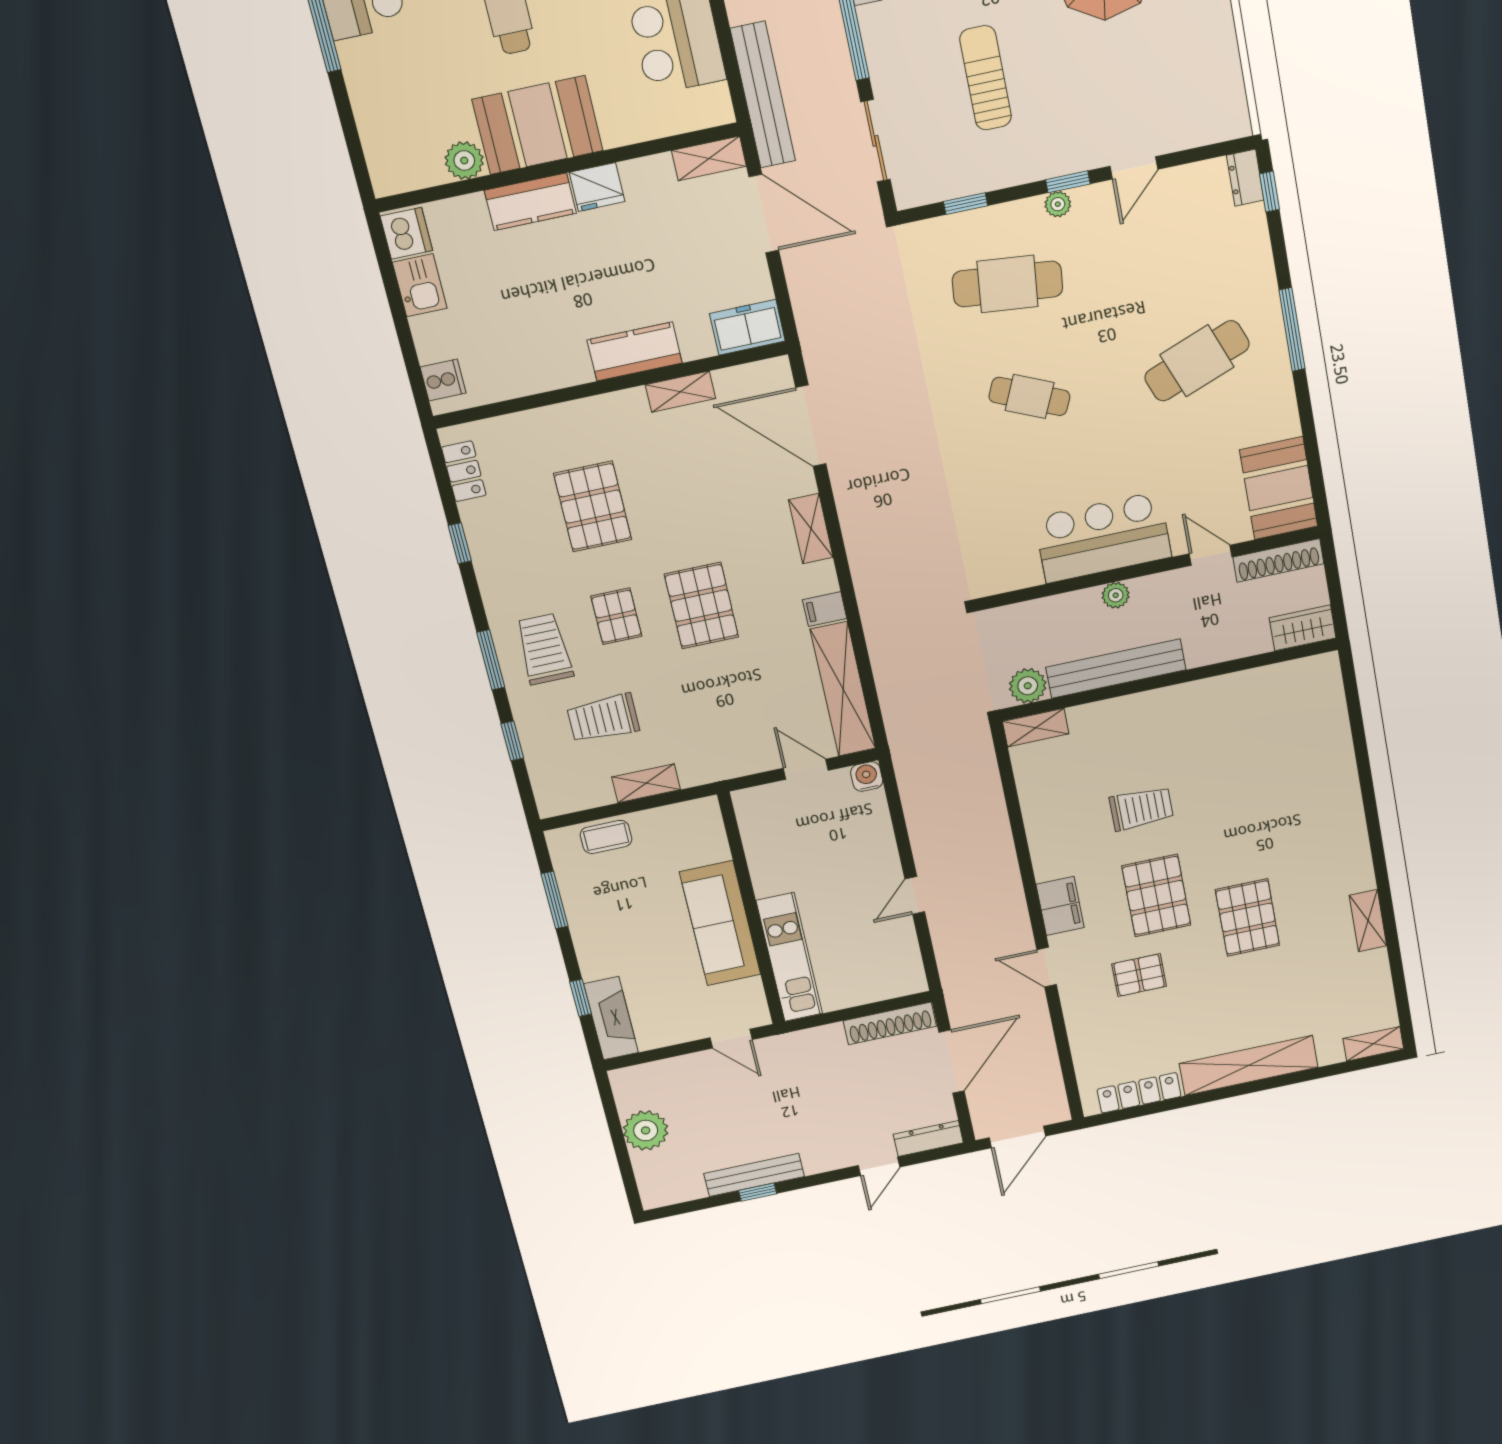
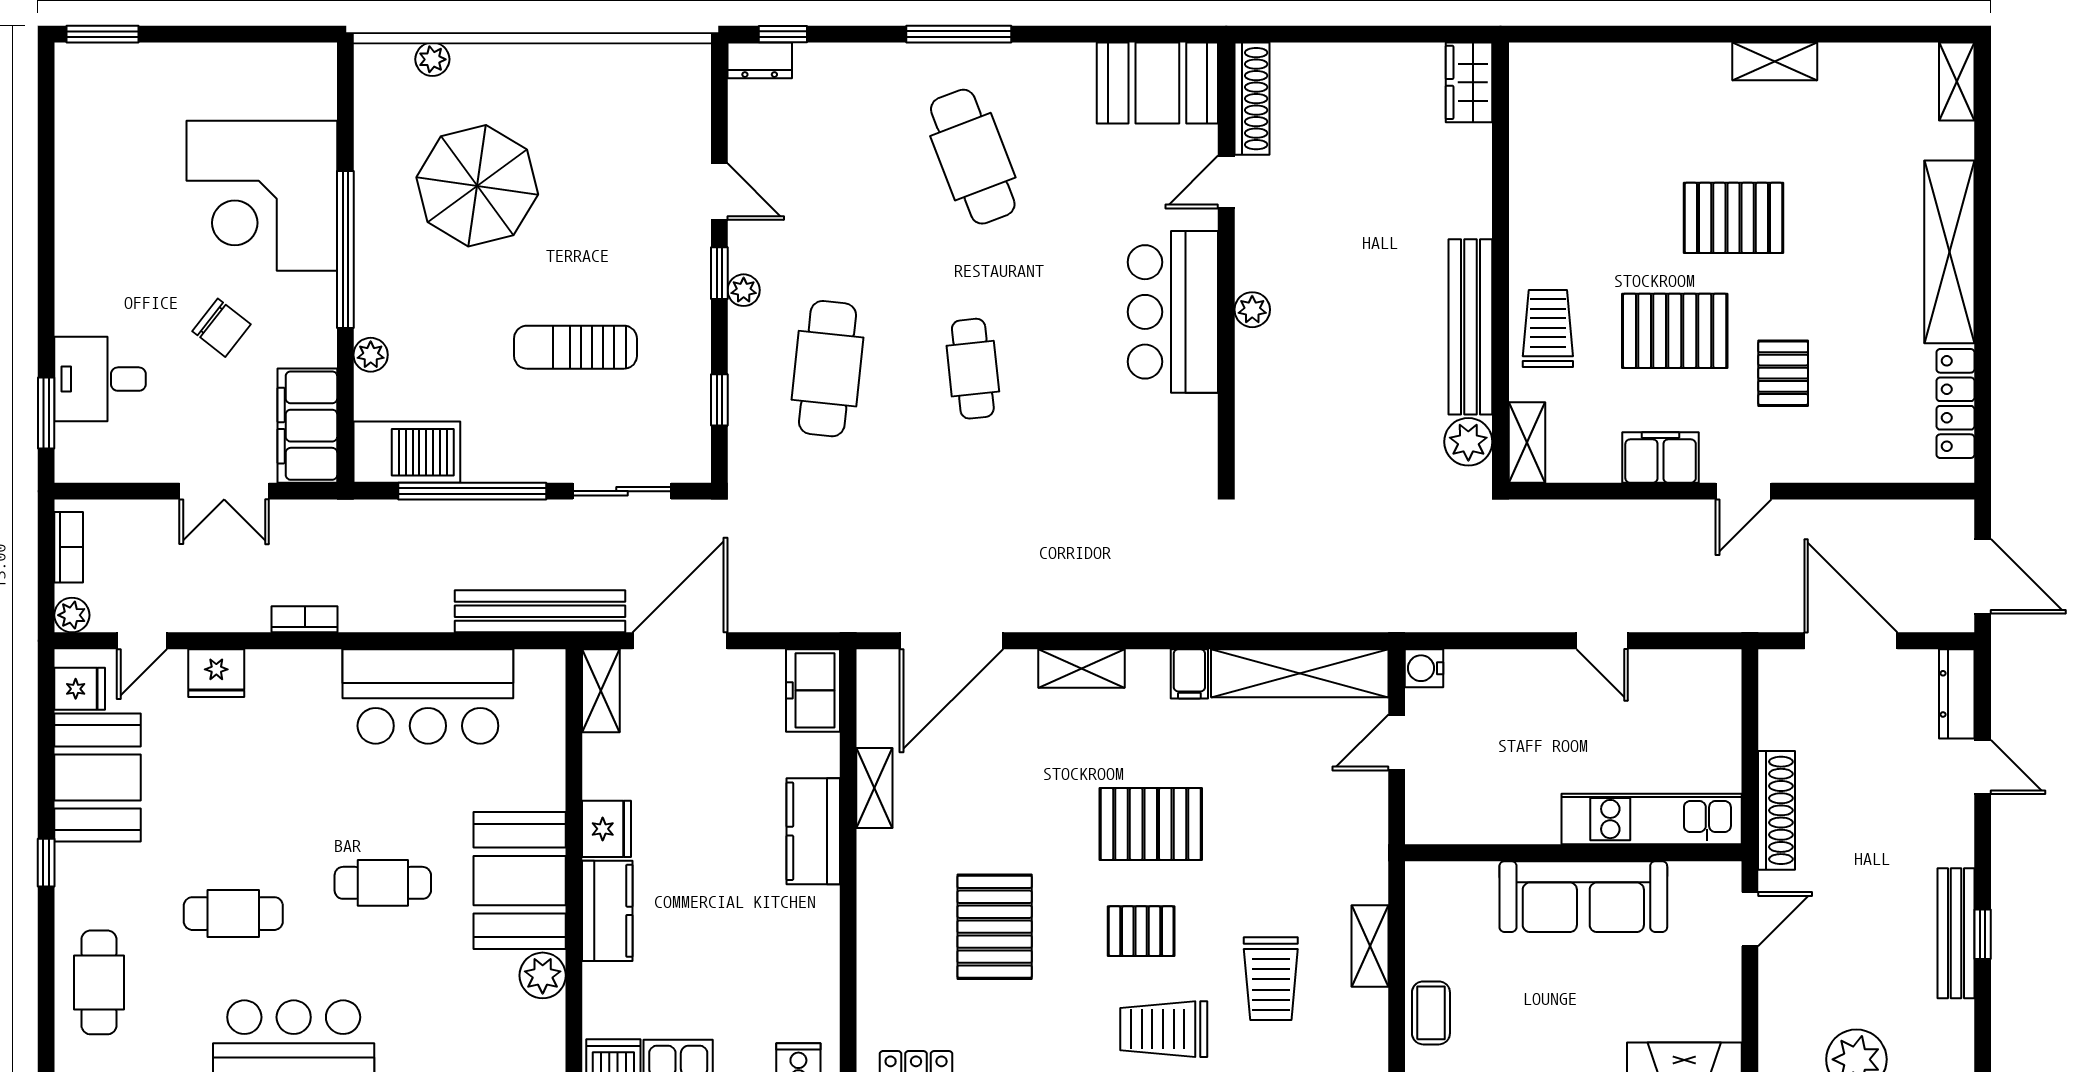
cafe table: (1029, 396) -> (973, 369), turned -30
pallet: (593, 507) -> (995, 927), turned 90
wardrobe: (1303, 628) -> (1469, 82), moved
bench: (1116, 669) -> (1470, 327), moved
wall: (1169, 680) -> (1501, 263), moved
plant: (1028, 686) -> (1468, 442), moved
shelving: (1036, 728) -> (1527, 442), moved
shoe rack: (890, 1023) -> (1777, 810), moved

